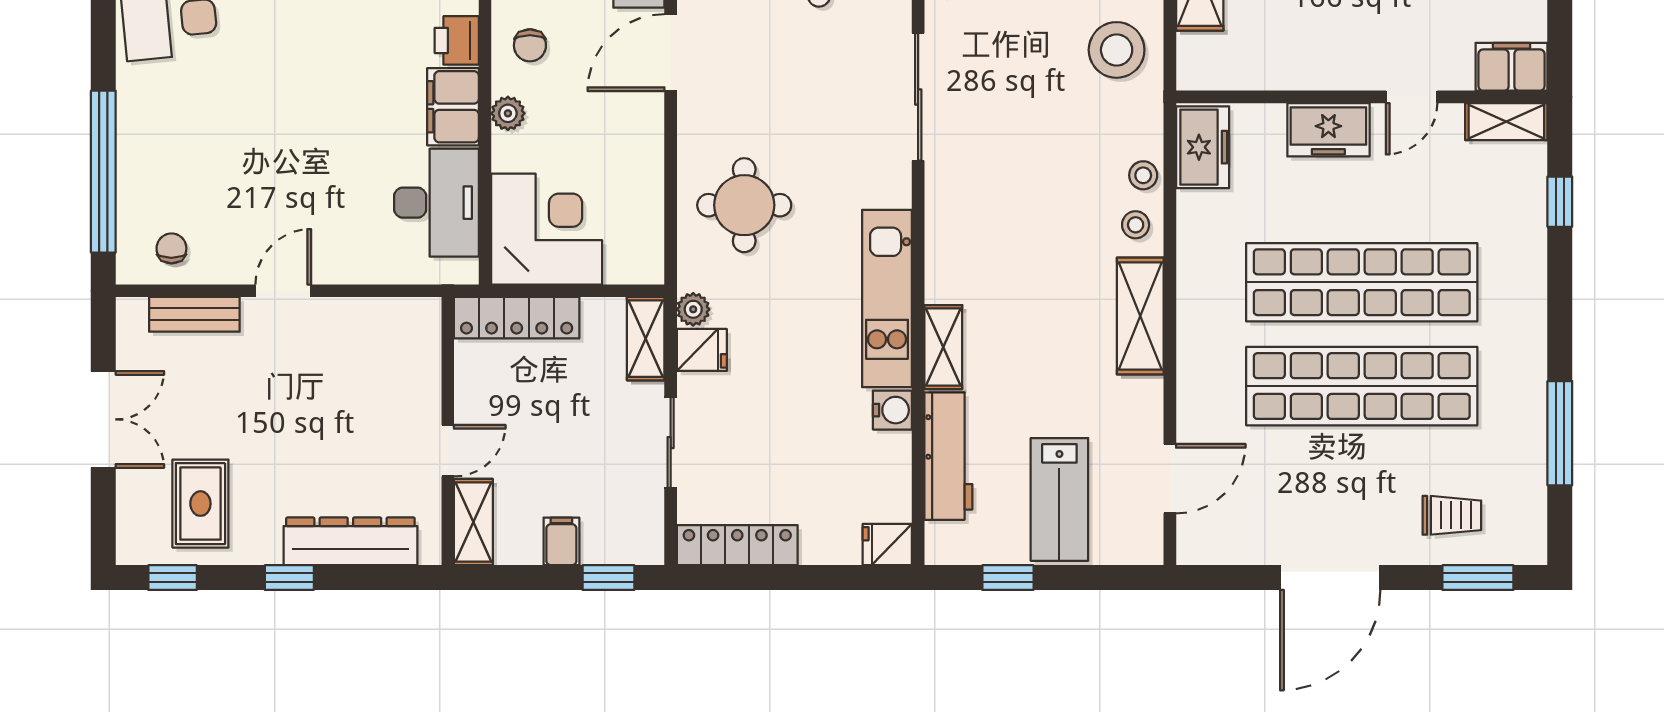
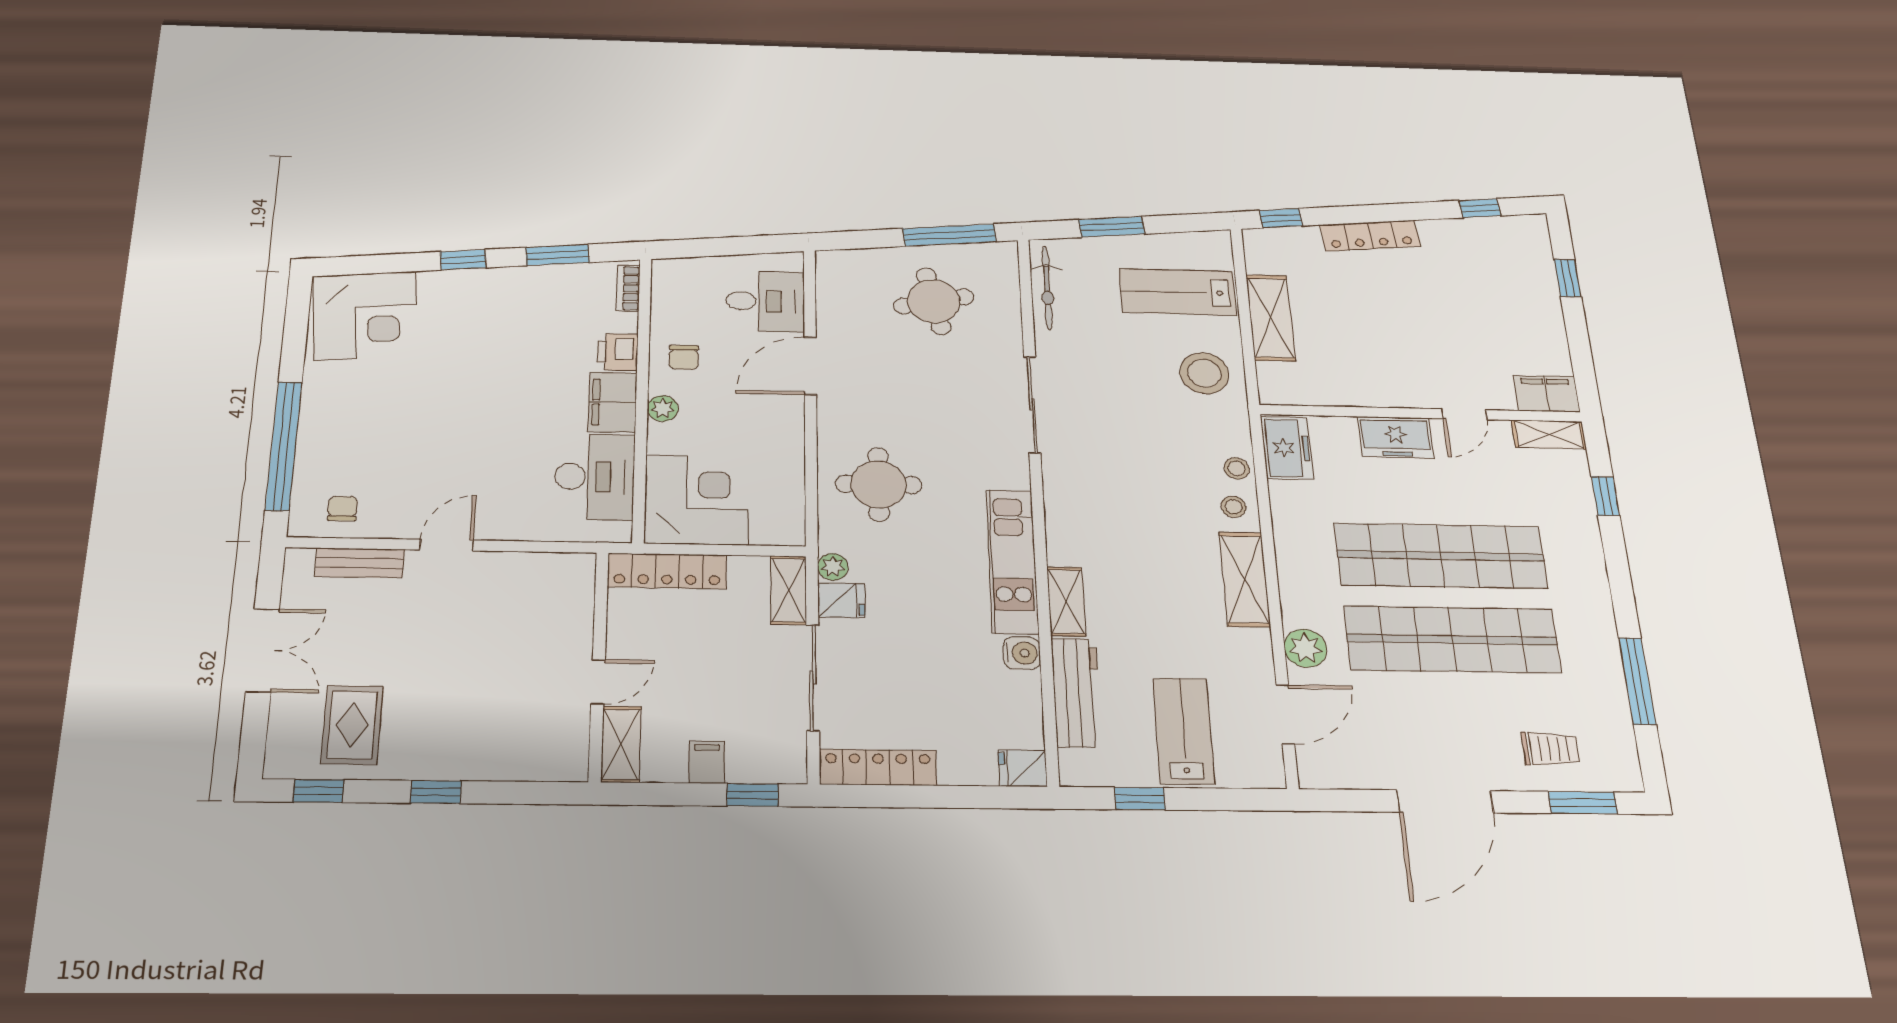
plant: (1199, 399) -> (1305, 648), added
sliding door: (671, 443) -> (813, 678), width x1.37
lab bench: (1059, 499) -> (1184, 731), turned 180
dresser: (350, 541) -> (499, 760), removed

